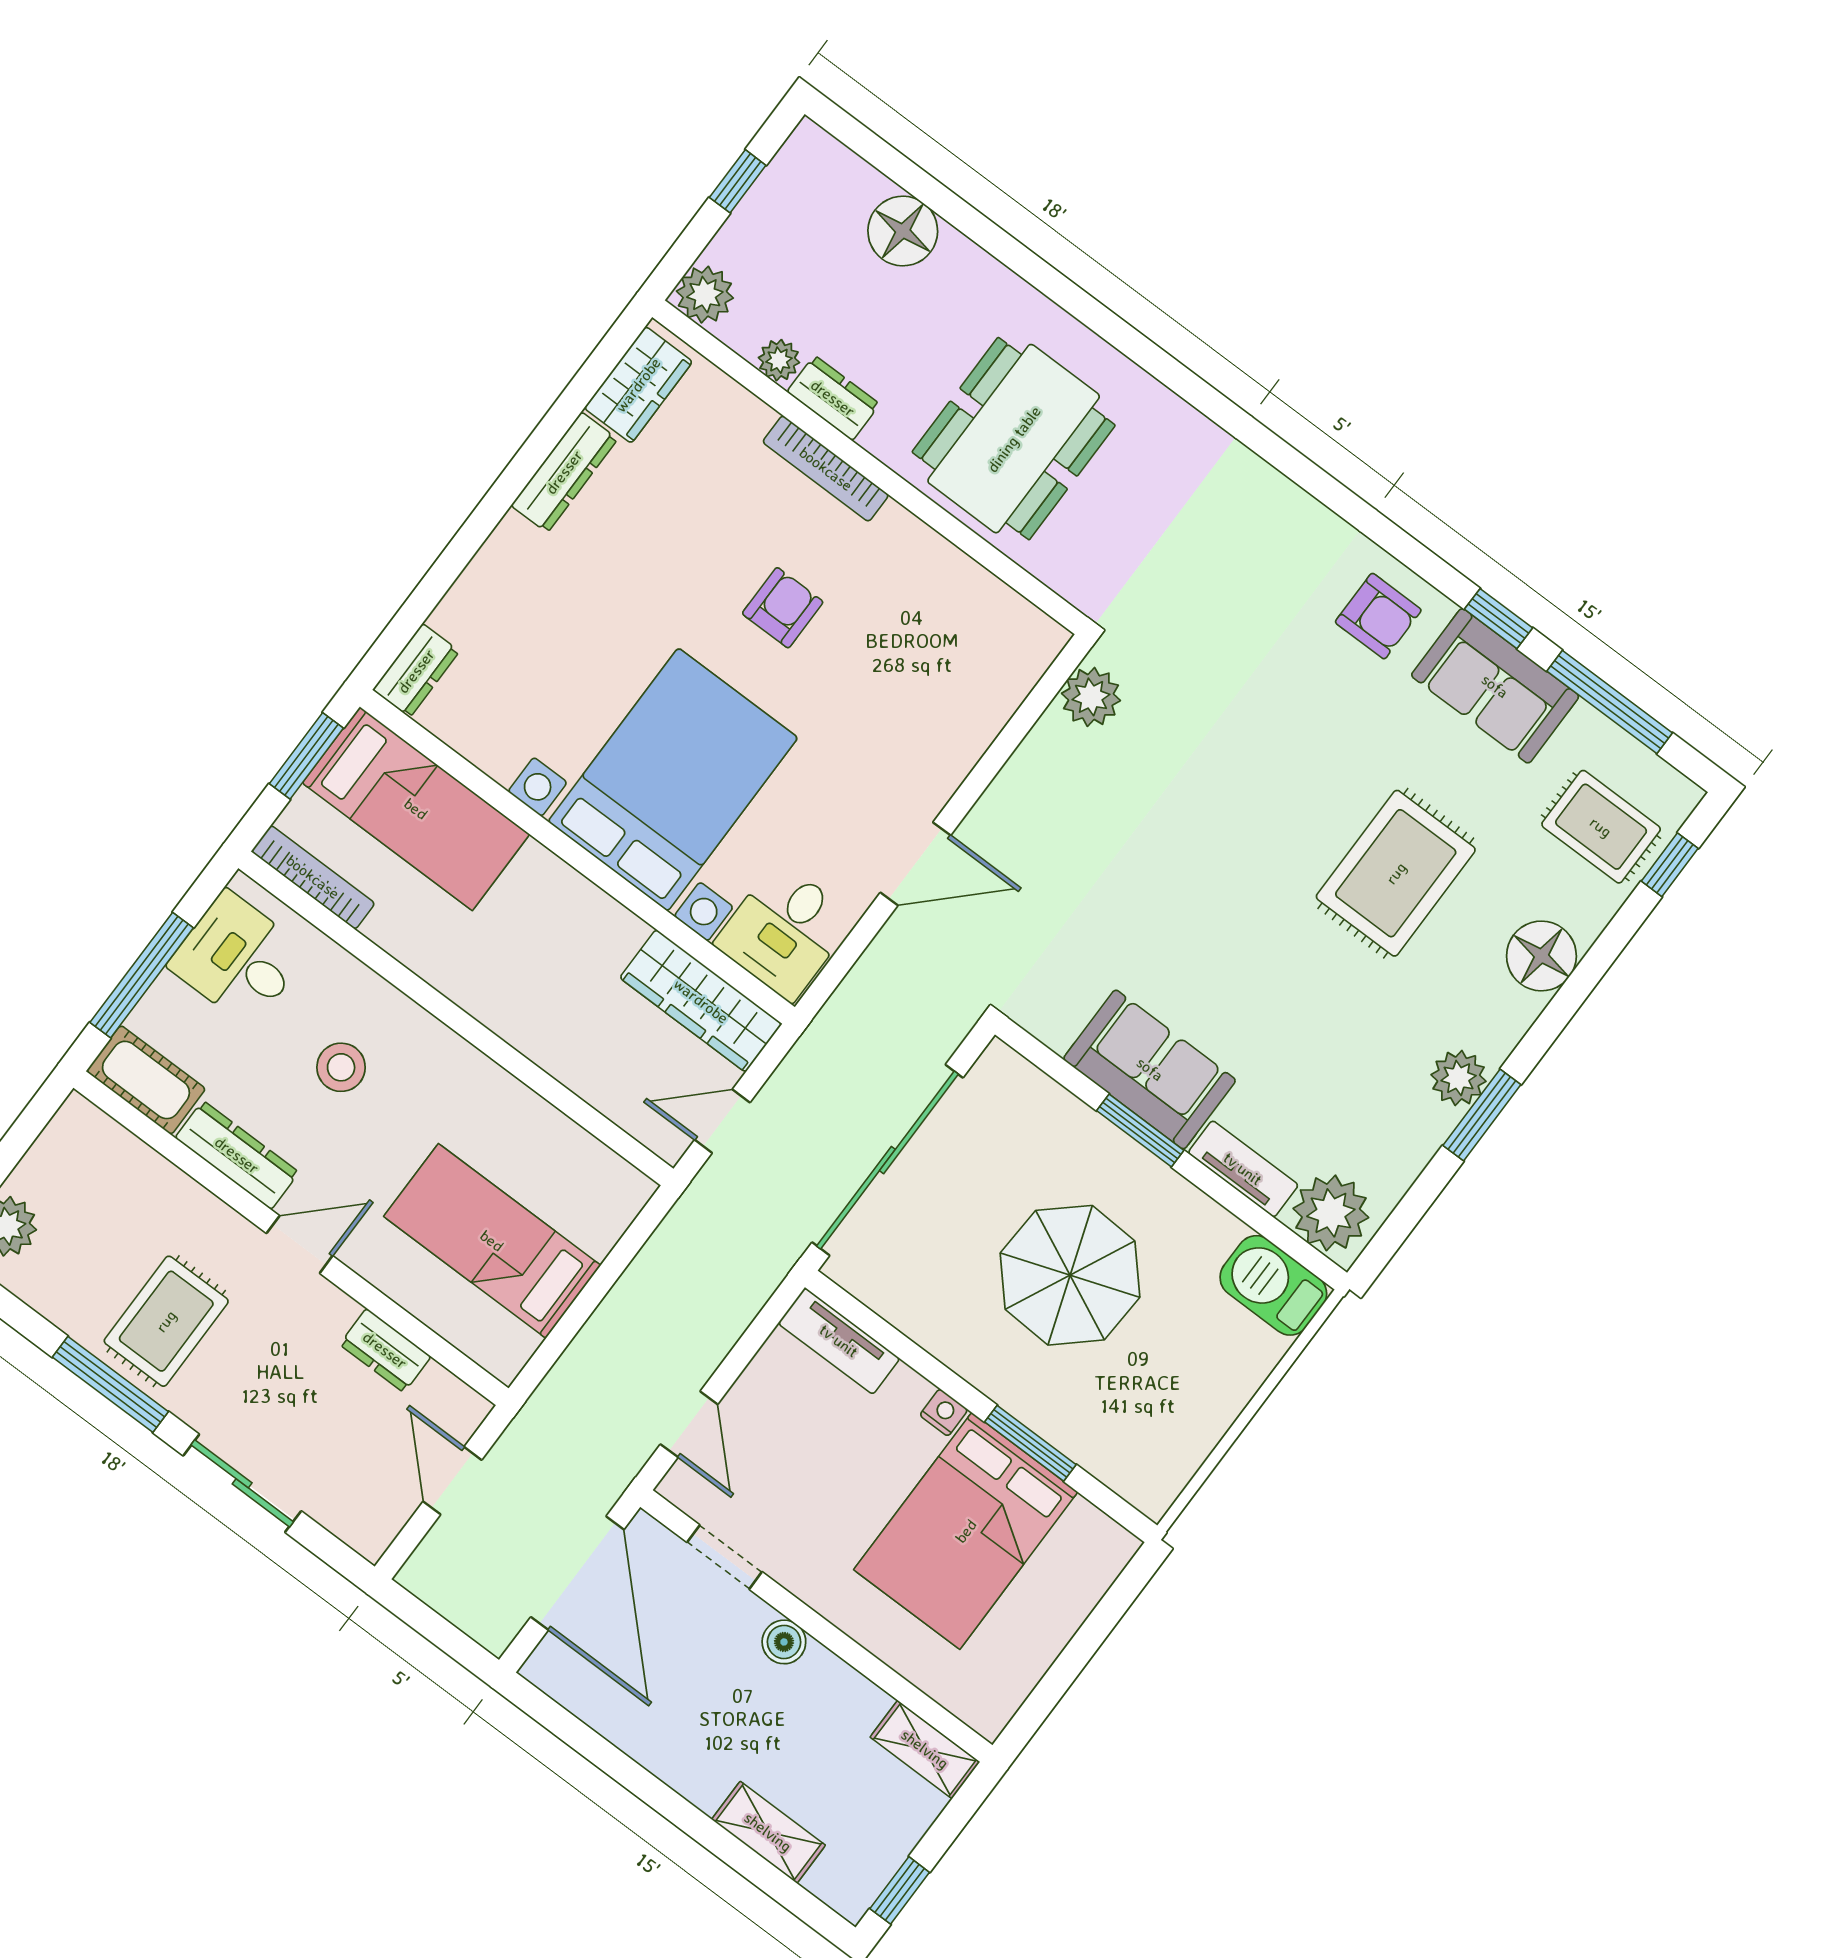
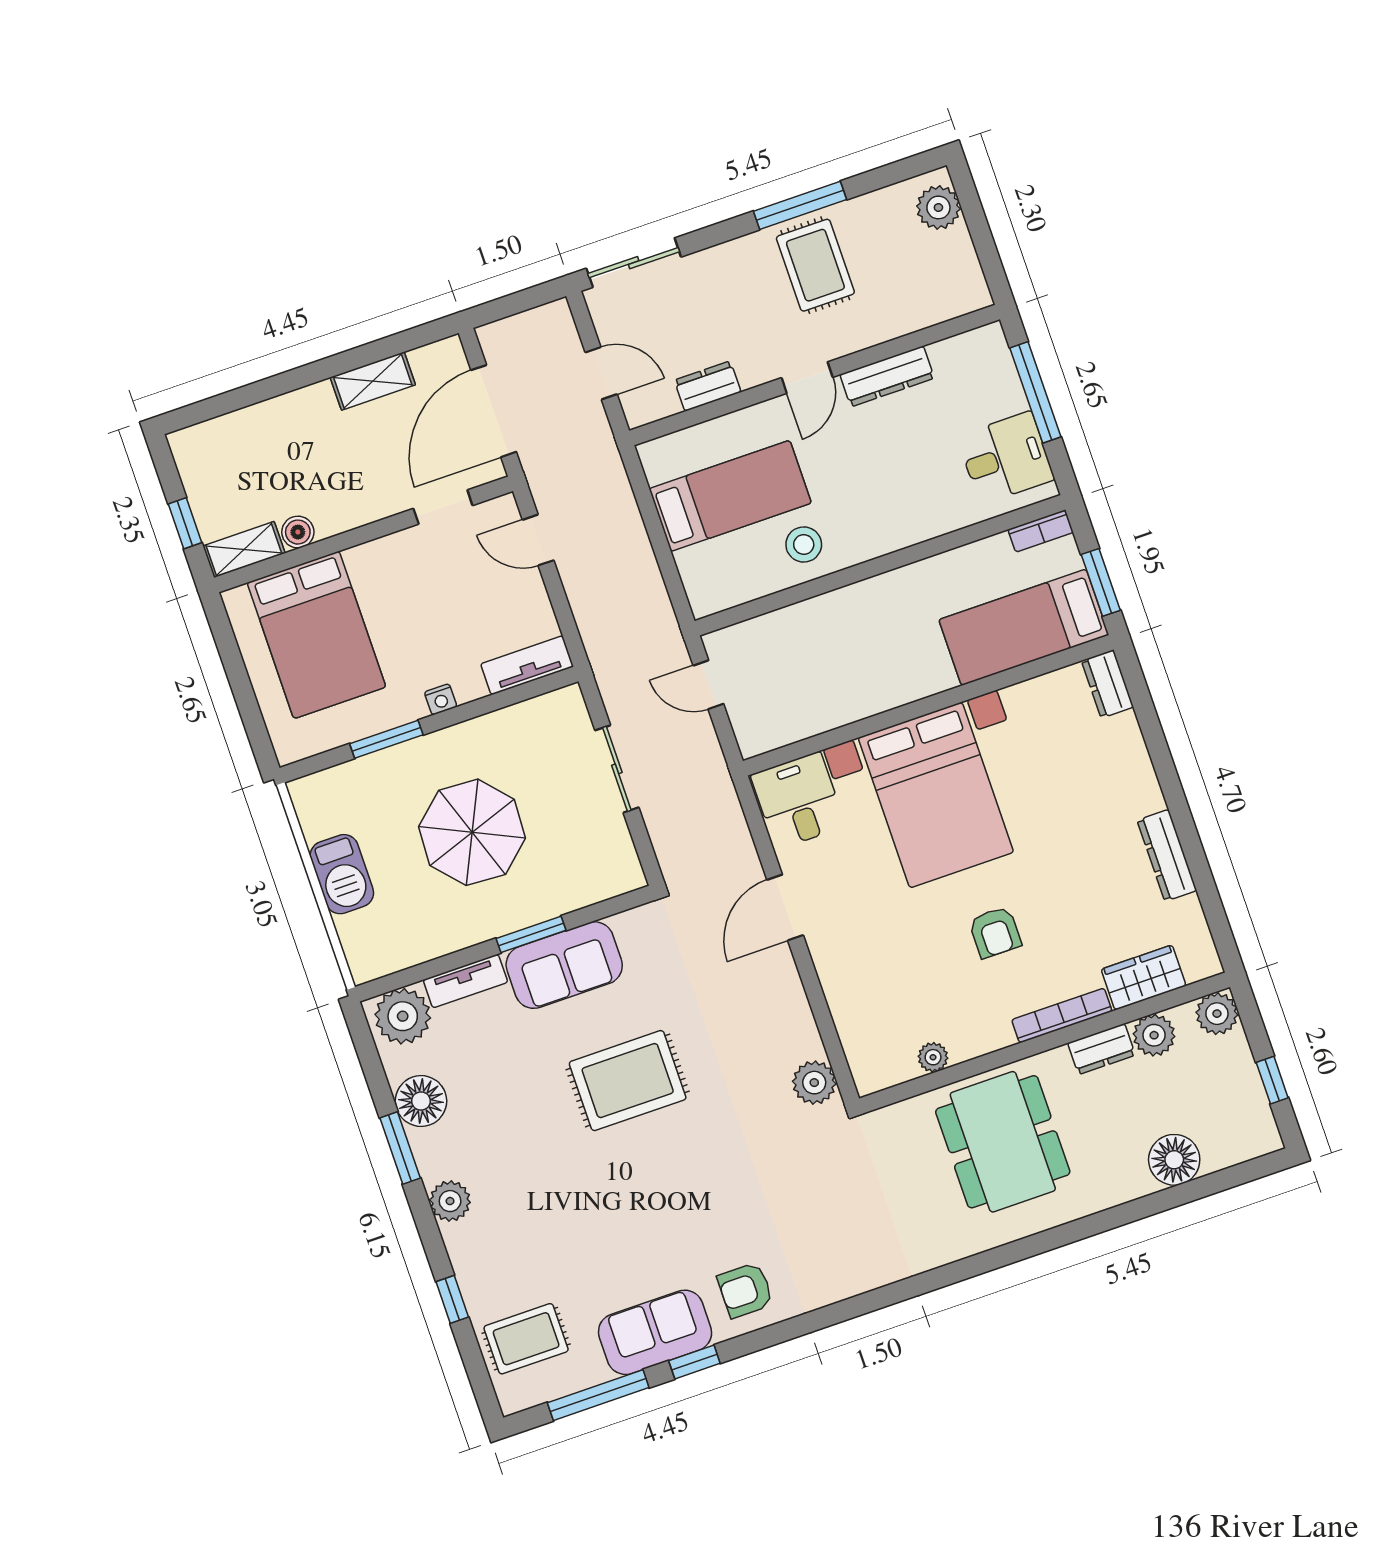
plant: (779, 360) -> (1154, 1035), width x1.38, depth x1.38
wardrobe: (638, 385) -> (1144, 977), moved, turned 90
plant: (971, 582) -> (933, 1057), added
window: (1670, 865) -> (452, 1299), moved
rug: (1396, 873) -> (628, 1081), moved, turned 90
bookcase: (313, 877) -> (1041, 531), width x0.64
floor lamp: (1541, 956) -> (421, 1101), moved
wardrobe: (701, 1001) -> (790, 721), removed
stool: (341, 1067) -> (804, 545), moved
plant: (1459, 1078) -> (450, 1201), moved
cot: (146, 1080) -> (970, 352), removed
door: (722, 1121) -> (708, 685), swing flipped
sliding door: (887, 1160) -> (617, 769), width x0.54
barbecue: (1273, 1285) -> (342, 874), moved, turned 90
sliding door: (242, 1483) -> (634, 263), moved
bed: (966, 1531) -> (316, 635), moved, turned 180
door: (577, 1573) -> (494, 411), hinge flipped
boiler: (784, 1642) -> (298, 532), moved
shelving: (768, 1832) -> (373, 381), moved
window: (900, 1890) -> (185, 523), moved

